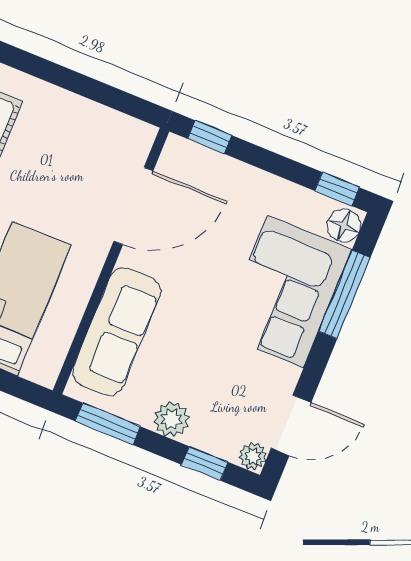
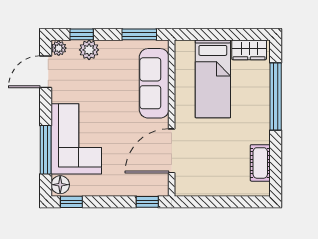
plant: (172, 420) -> (89, 50), moved

